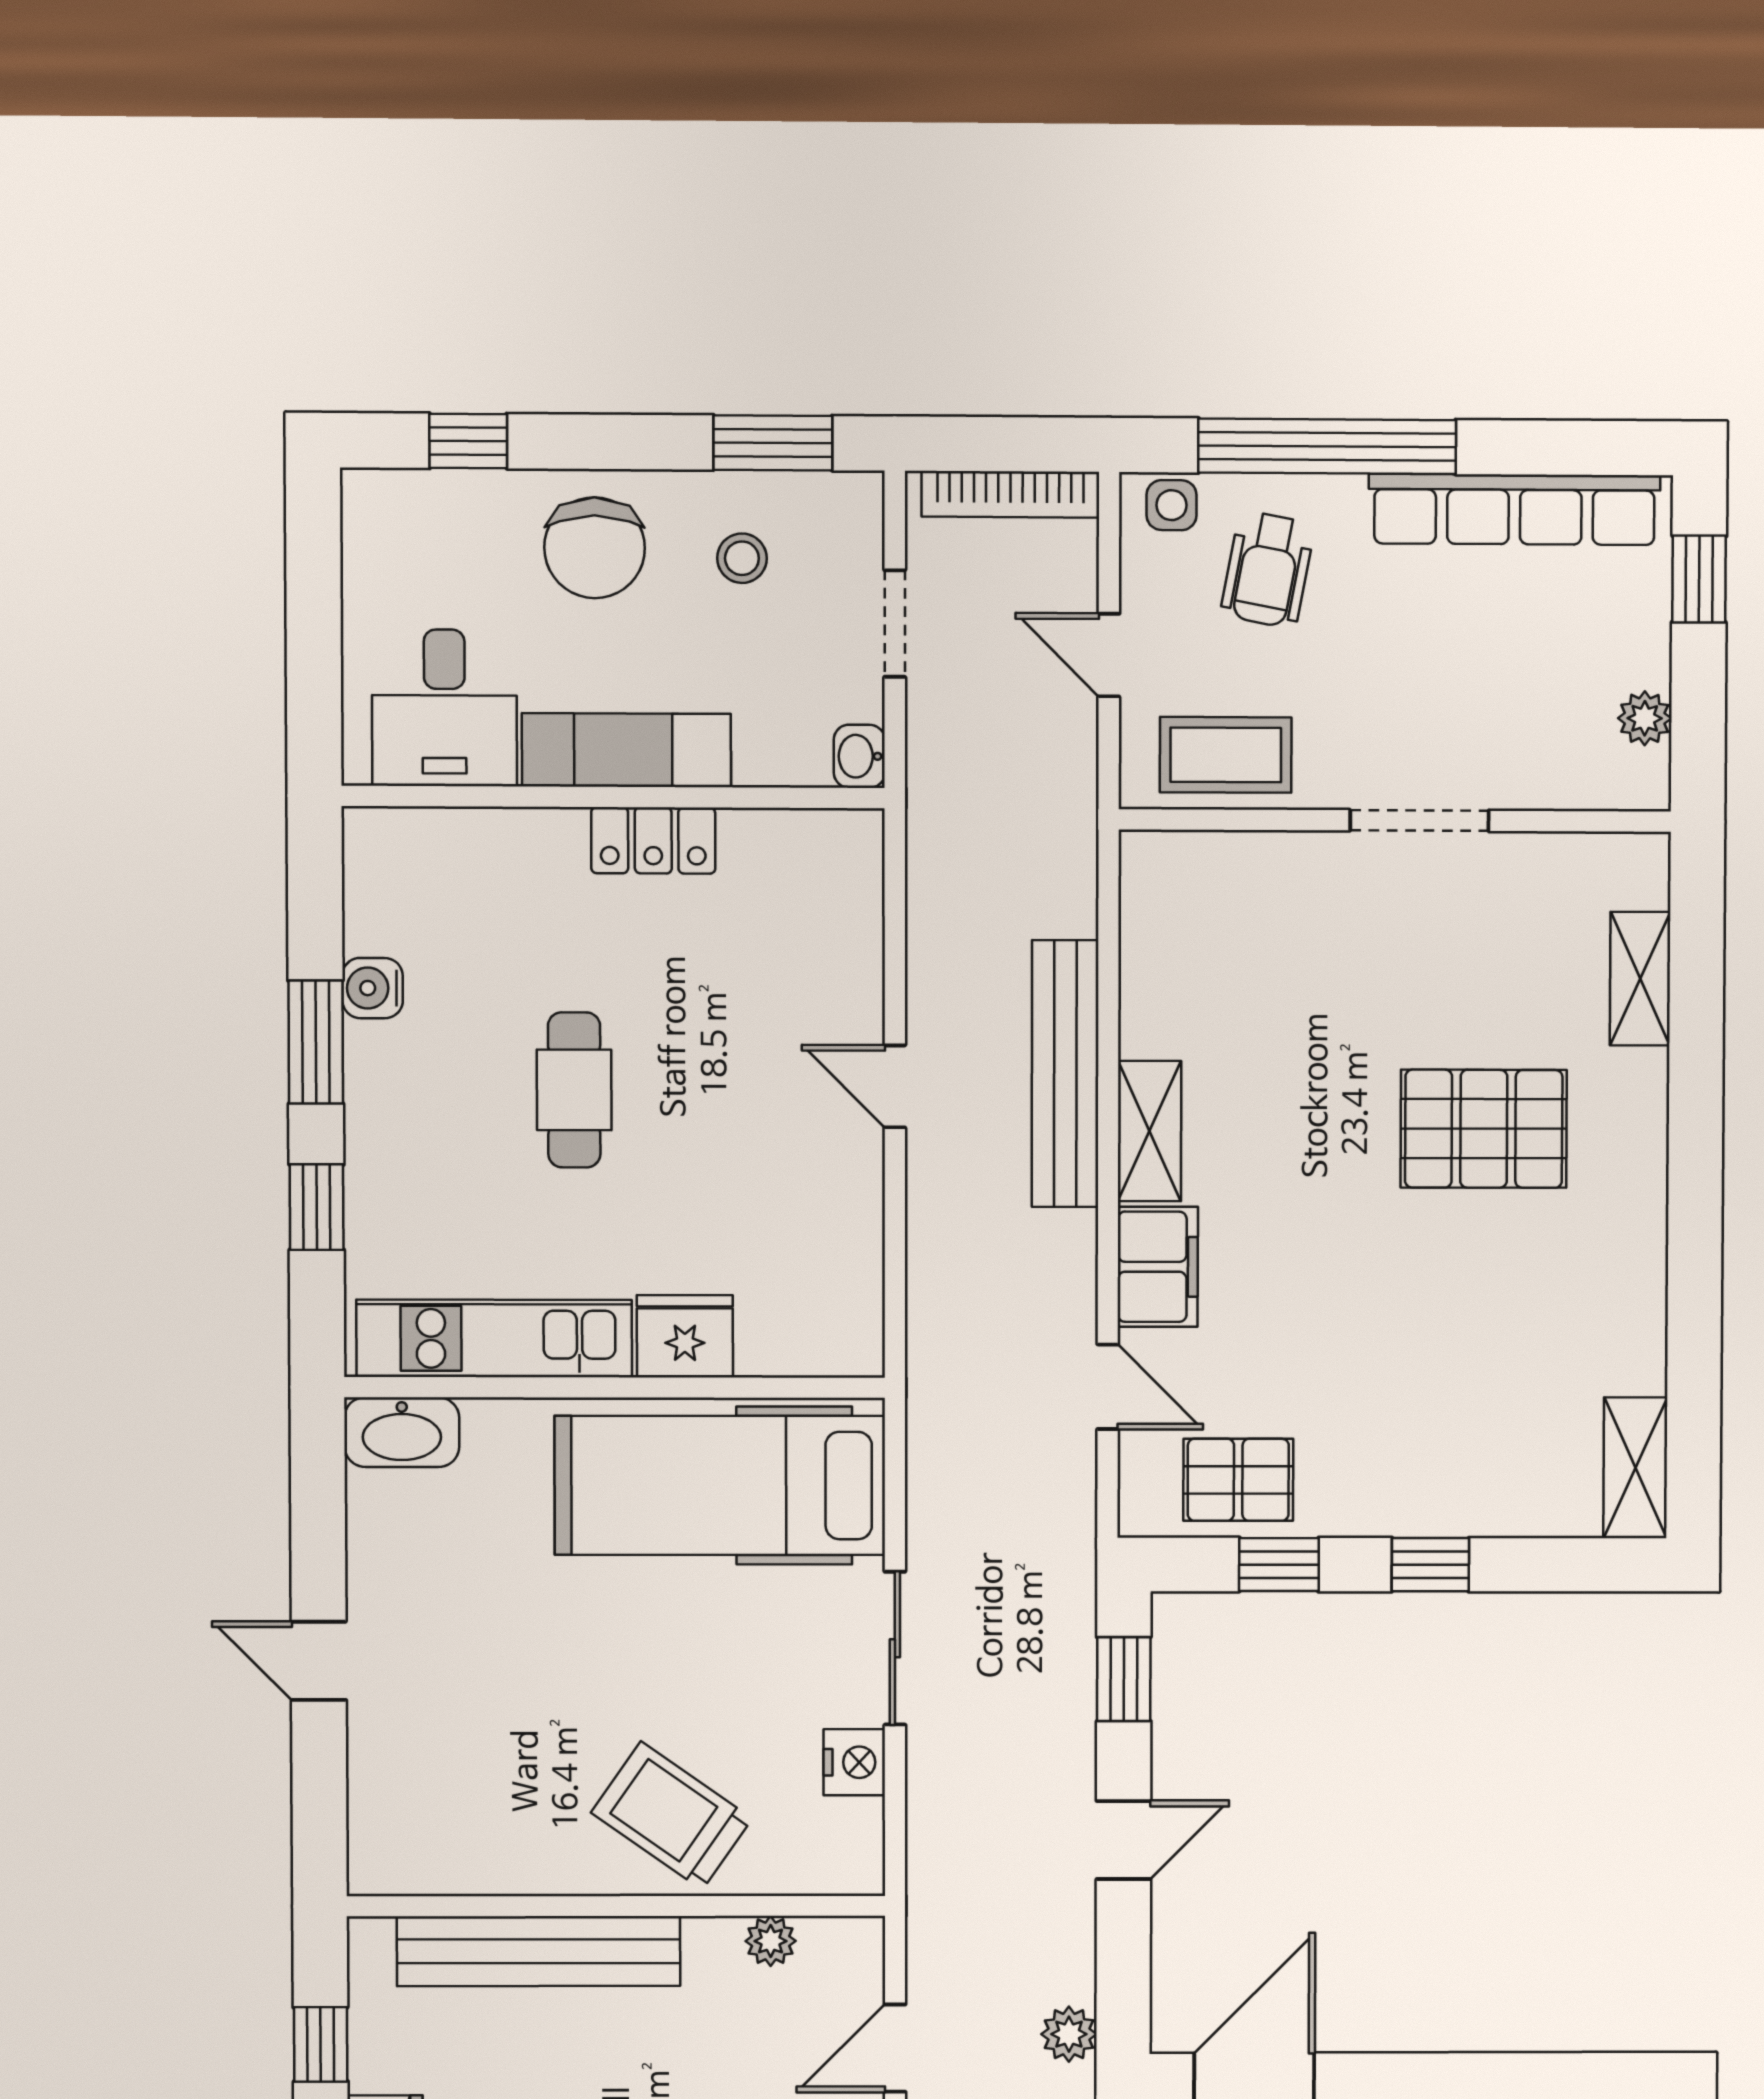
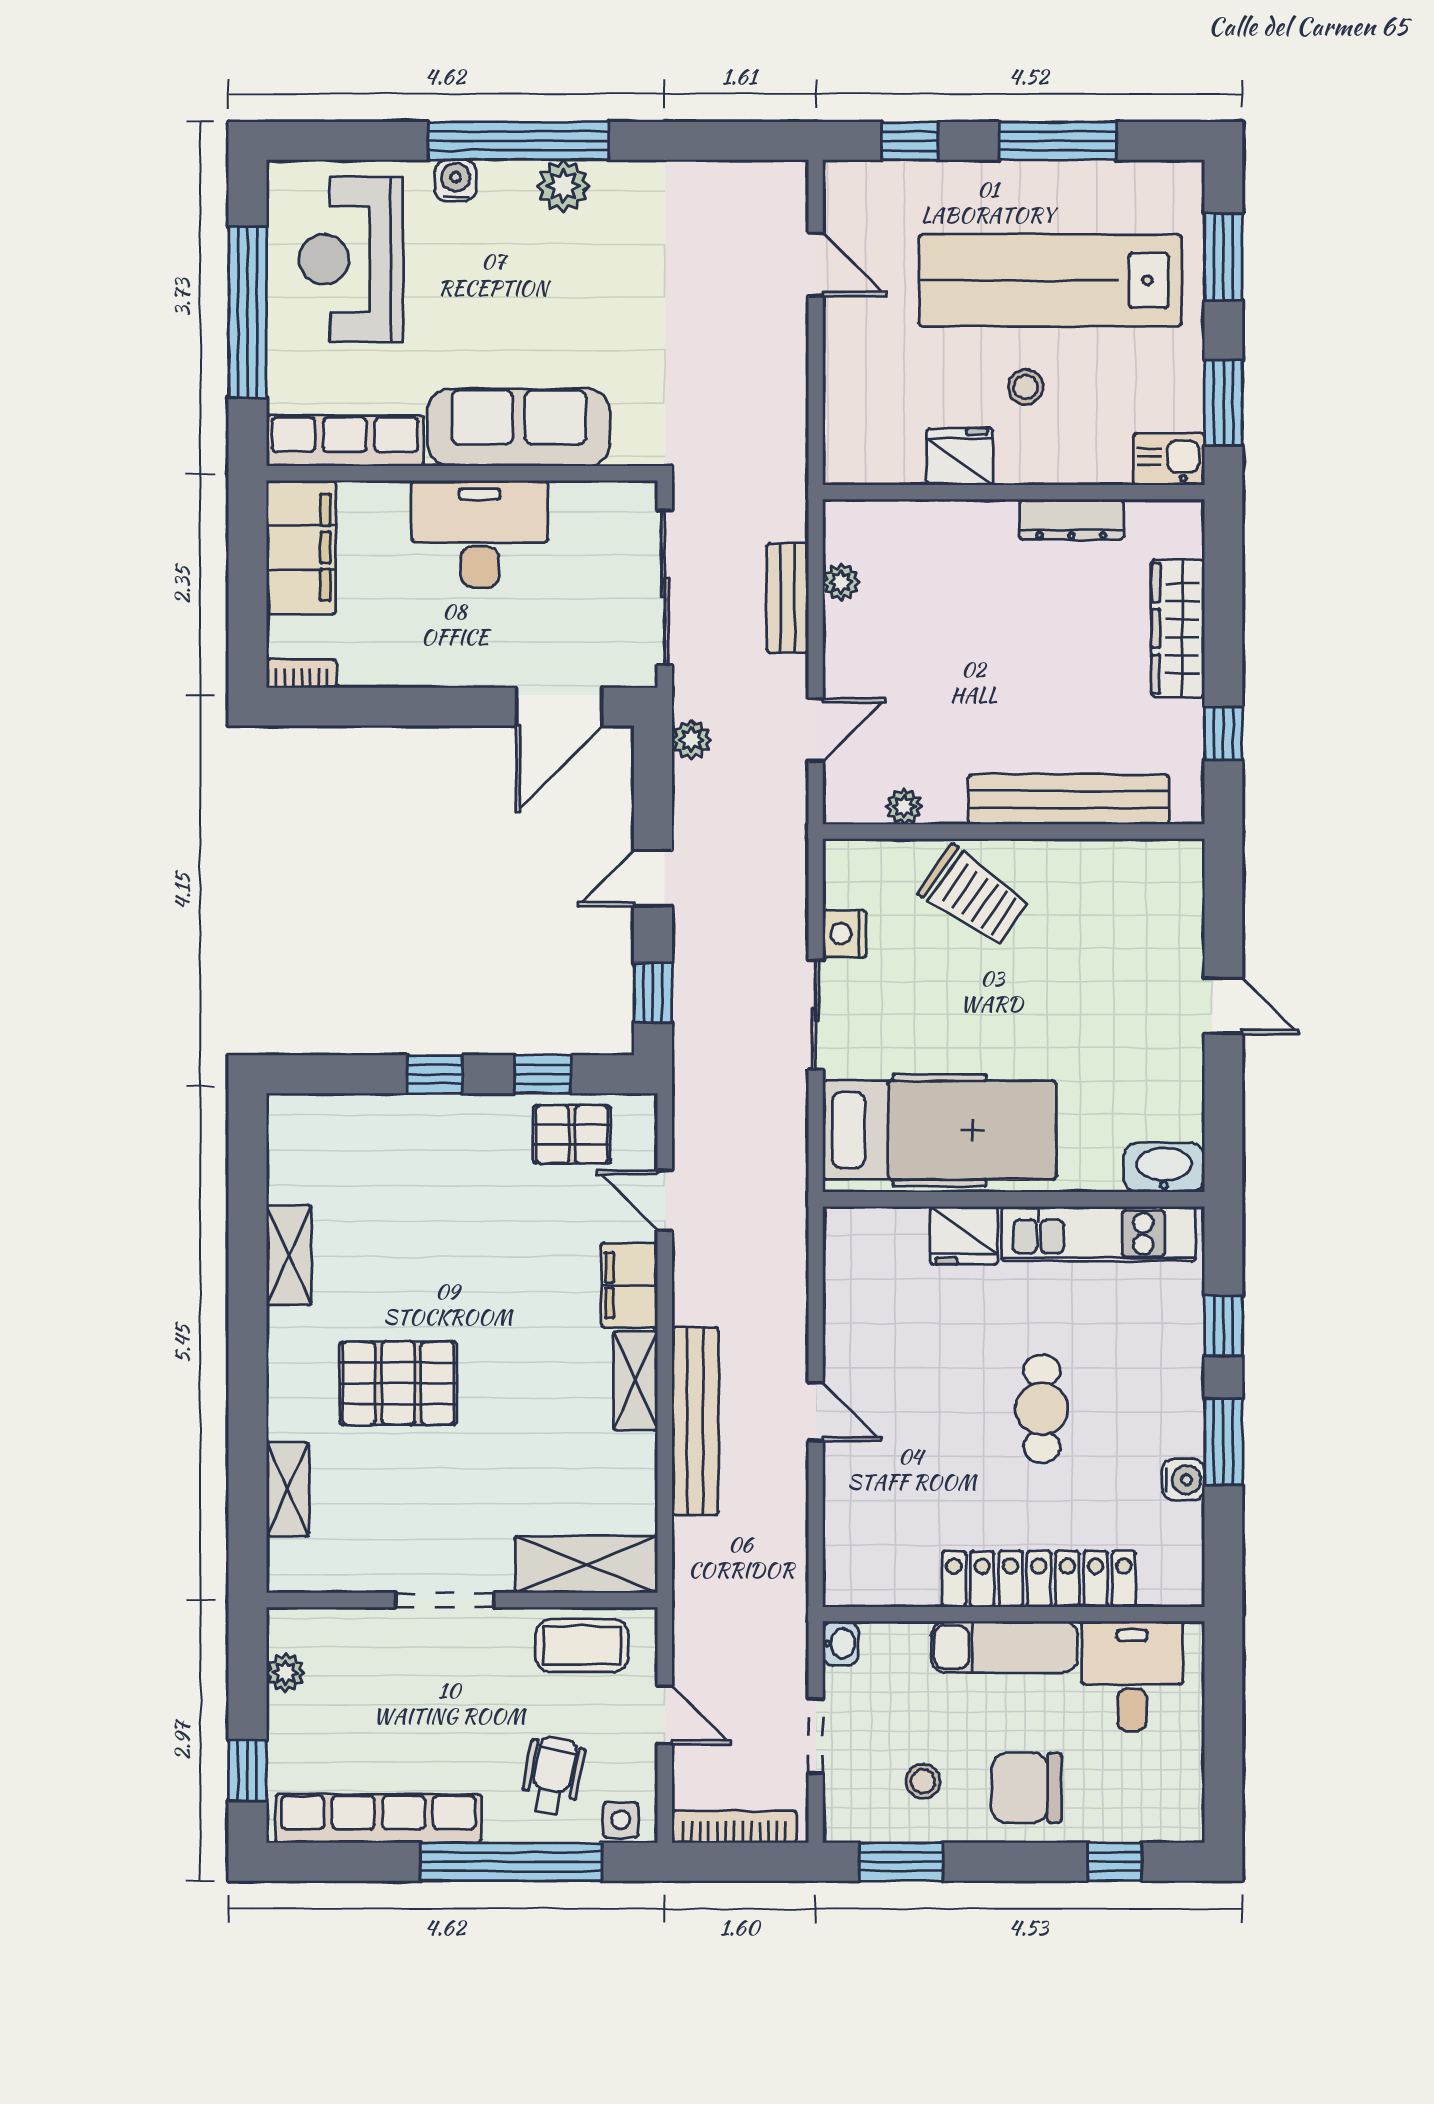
chair: (595, 548) -> (1026, 1788), turned -90
locker: (653, 840) -> (1039, 1579), width x2.16, depth x1.21
shelving: (1219, 870) -> (586, 1564), added
shelving: (1635, 1468) -> (289, 1255), moved

